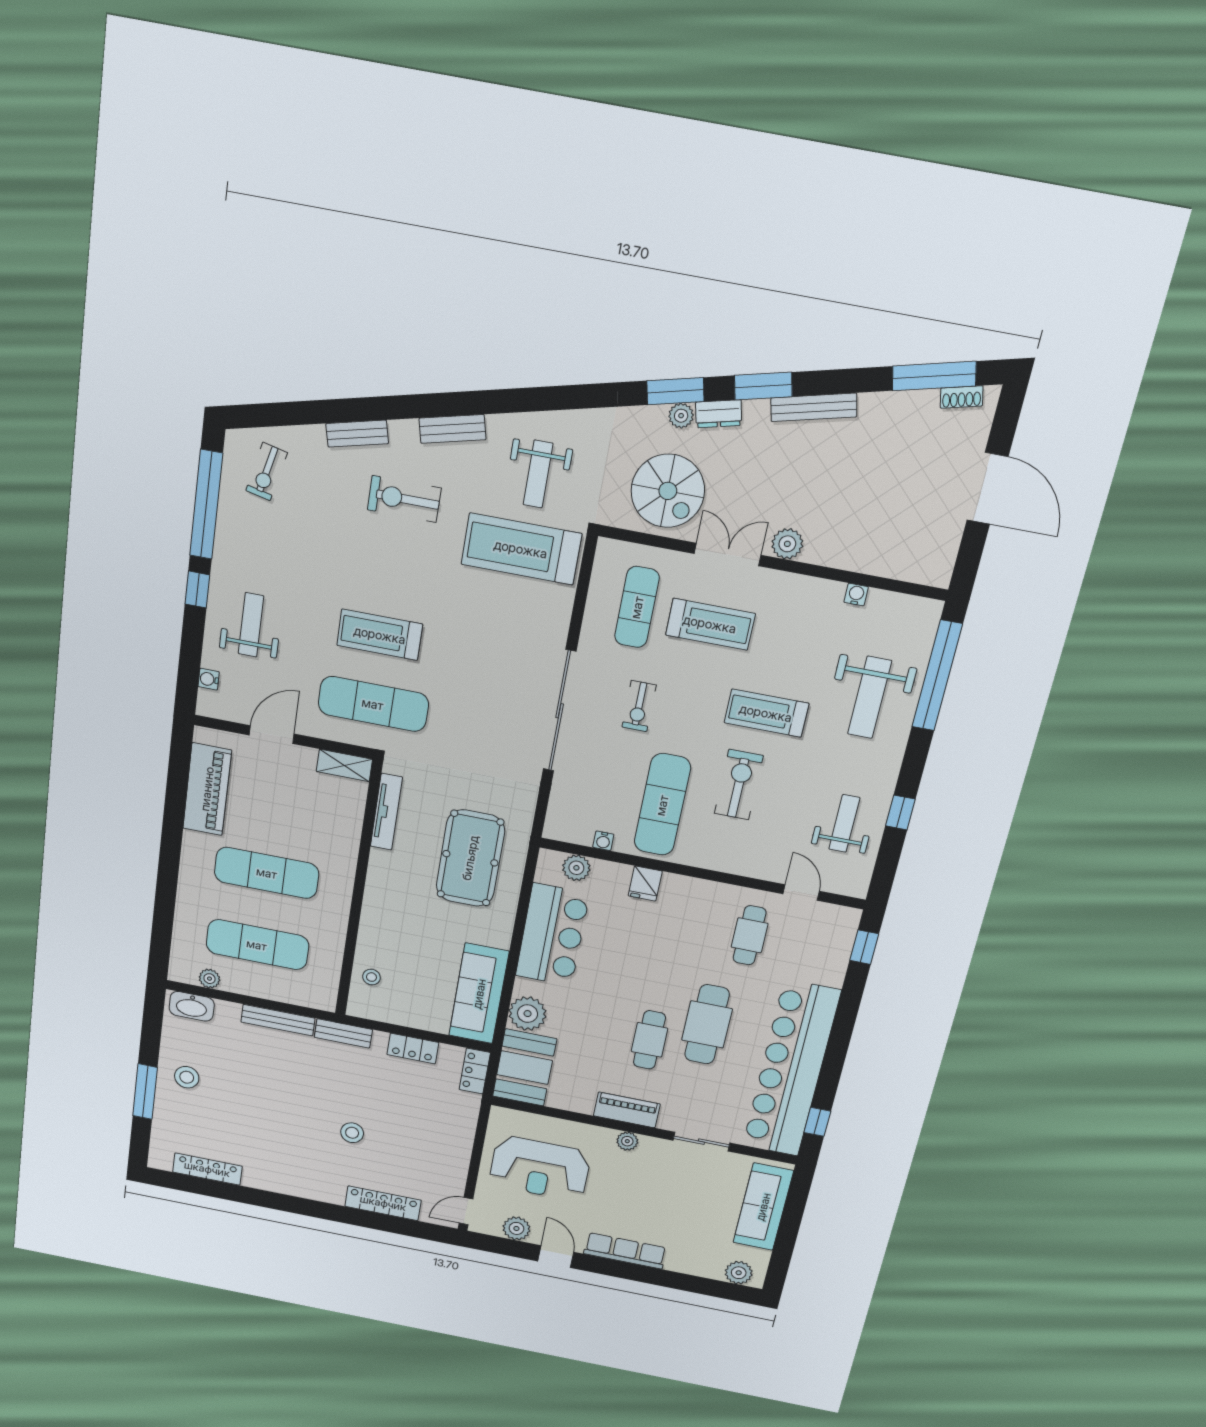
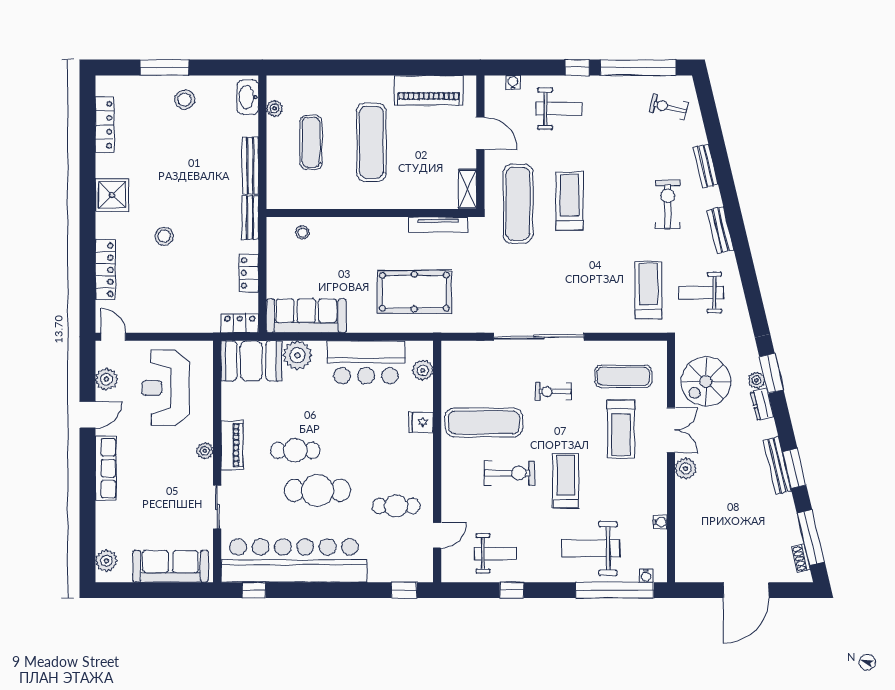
window: (763, 386) -> (794, 468), moved
treadmill: (521, 549) -> (648, 290), width x0.73, depth x0.73
water cooler: (603, 841) -> (646, 576), moved, turned -90
exercise mat: (257, 945) -> (311, 142), width x0.73, depth x0.69
shower: (293, 1178) -> (112, 195), added

